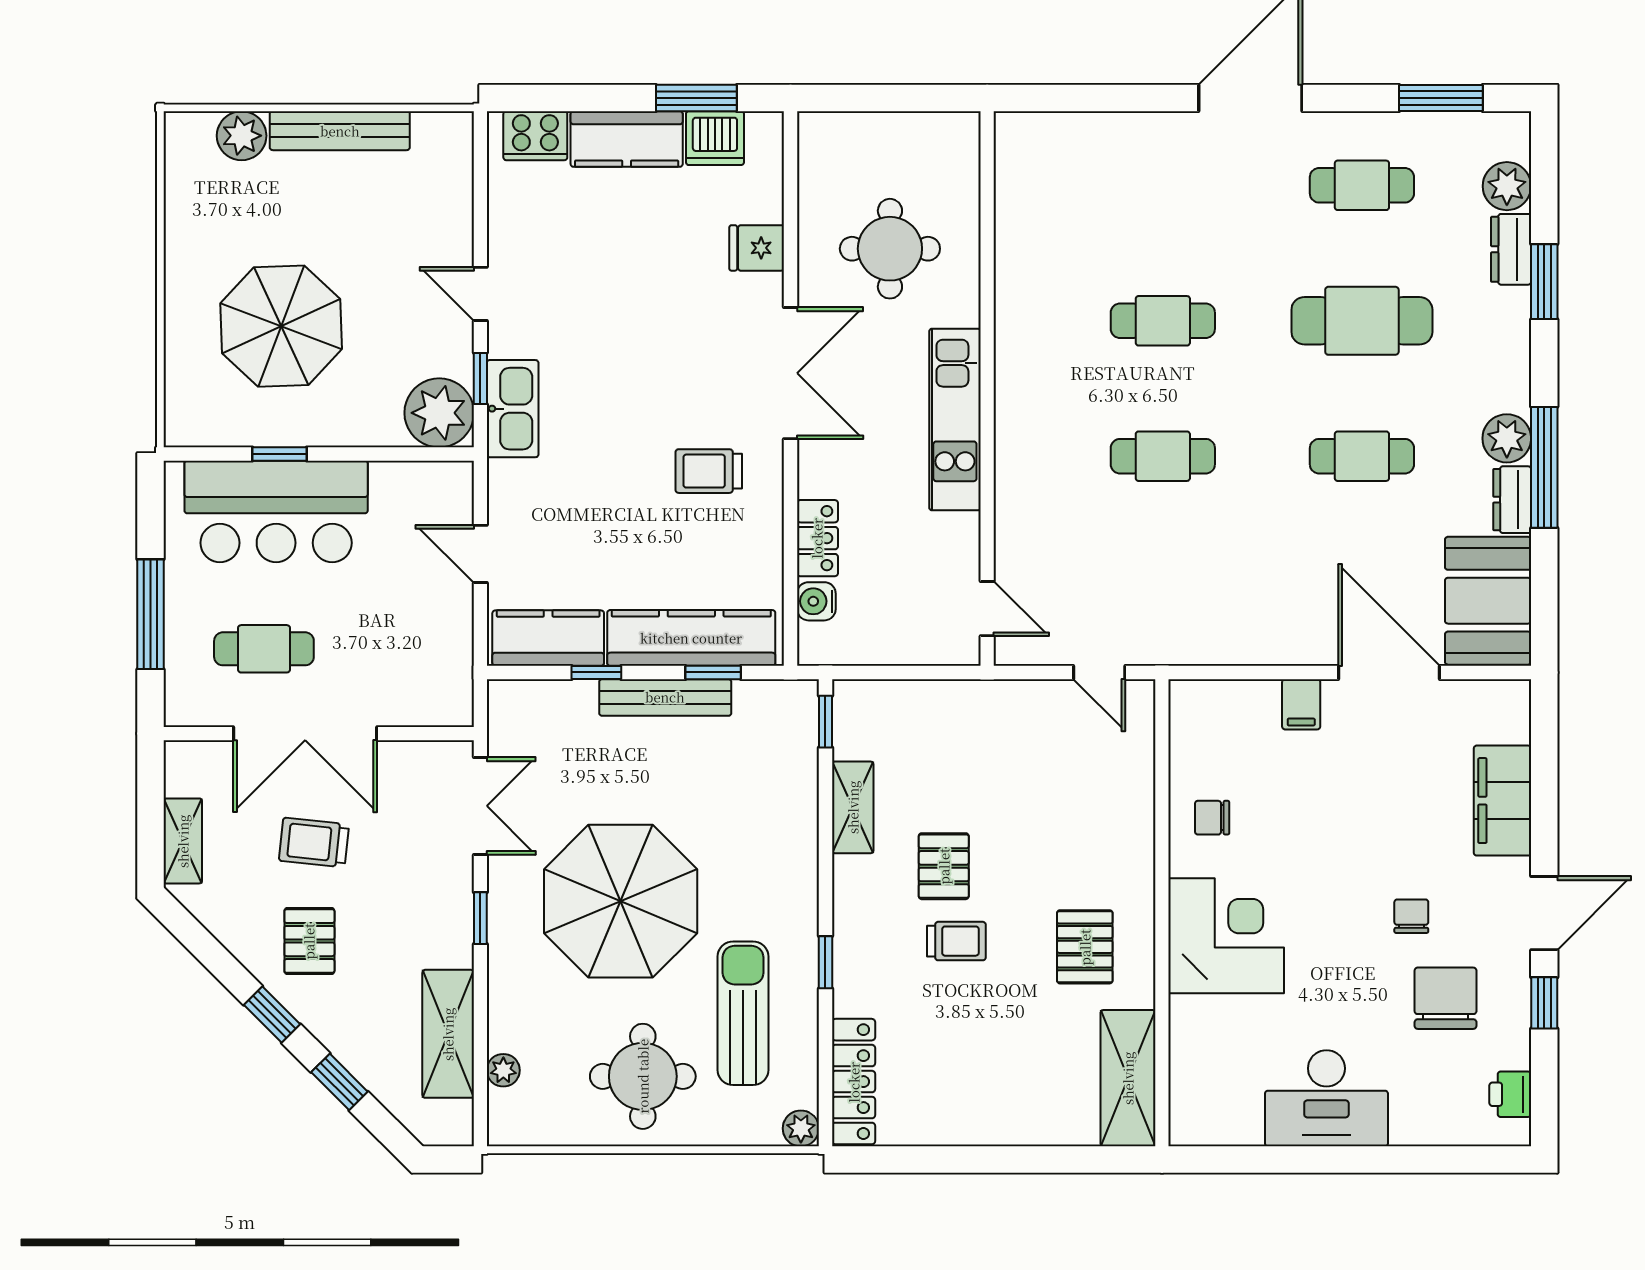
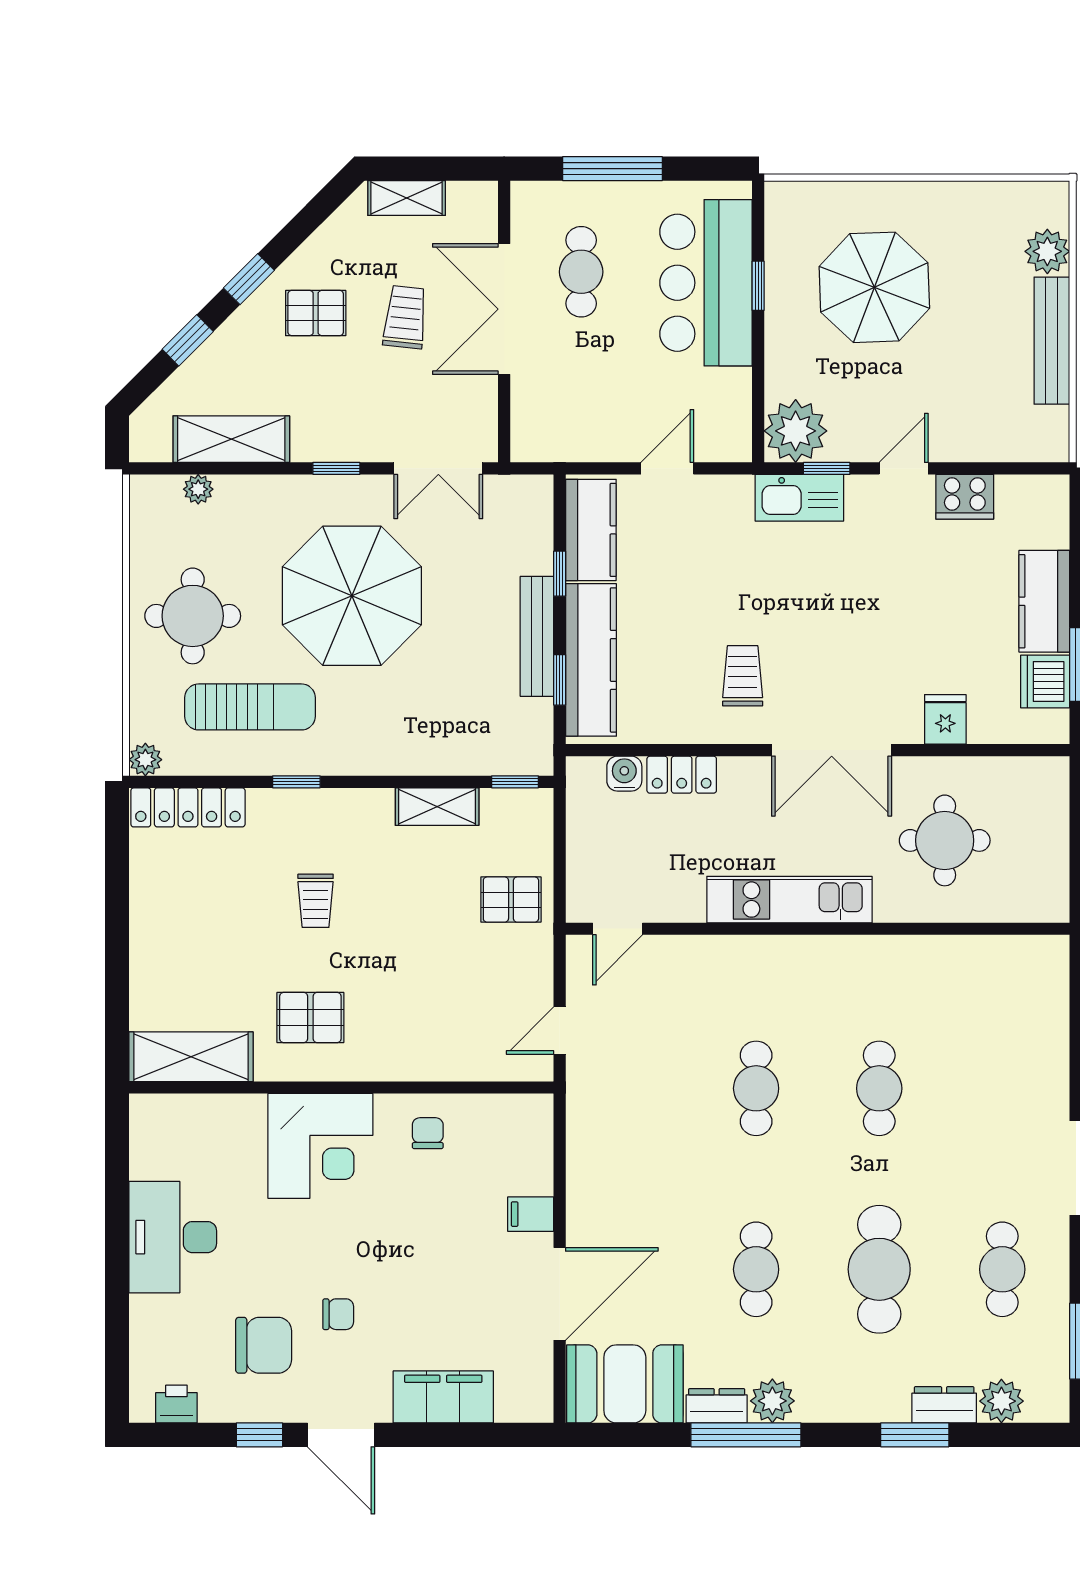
cooker: (535, 136) -> (965, 497), moved, turned -90
pallet: (944, 866) -> (511, 900), moved

